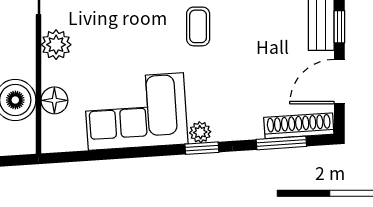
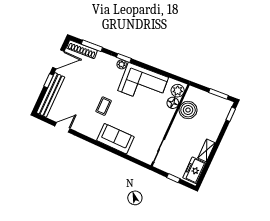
plant: (56, 45) -> (178, 91), moved

